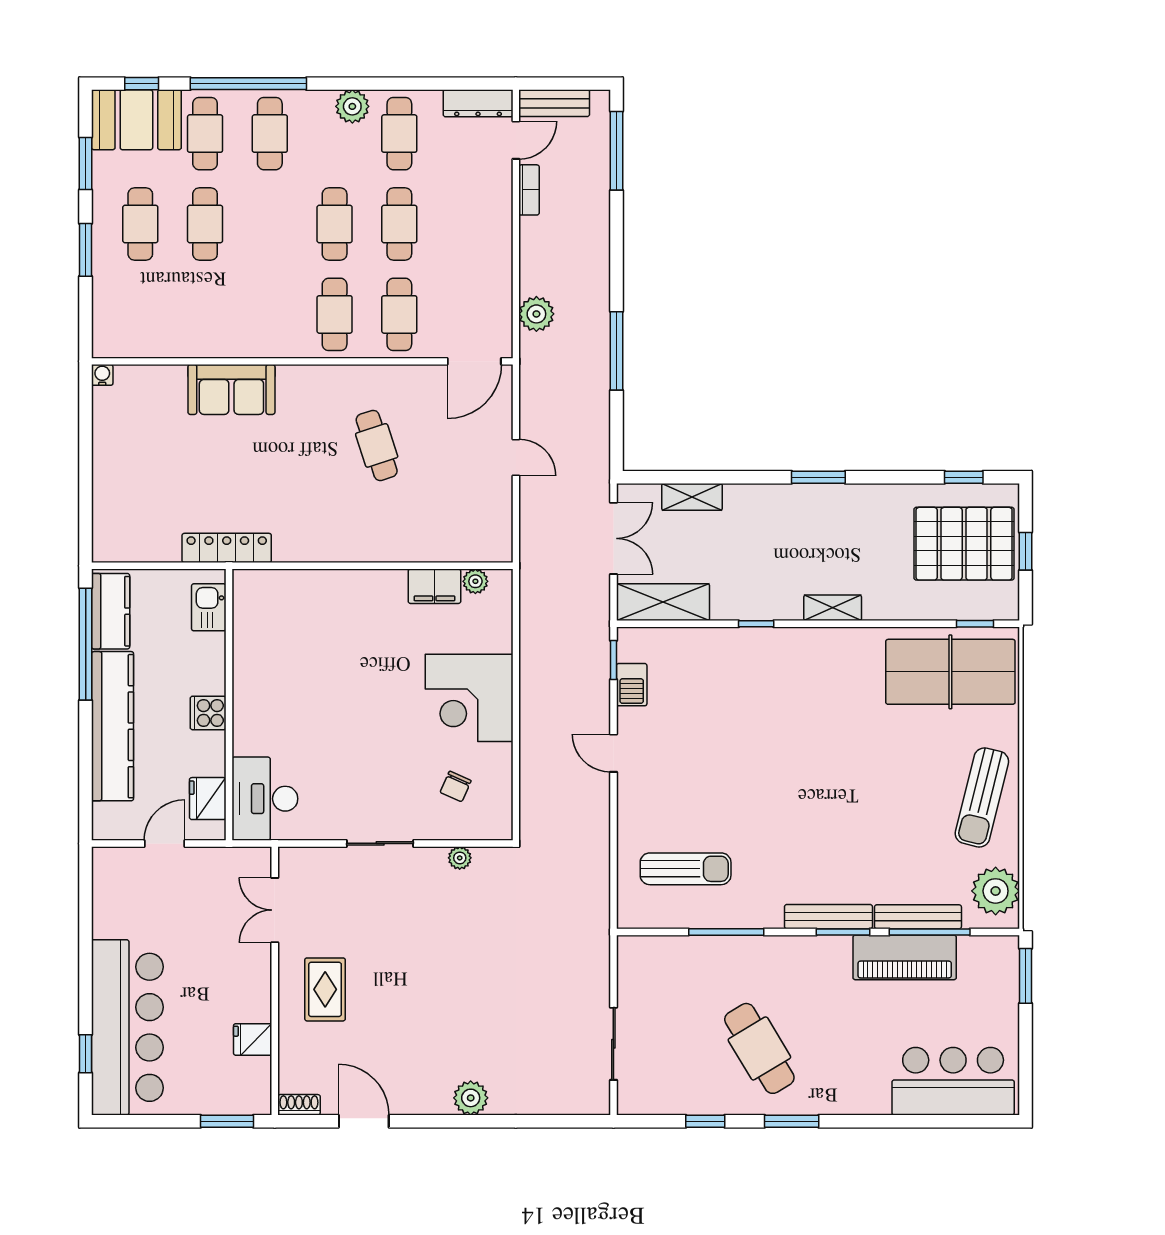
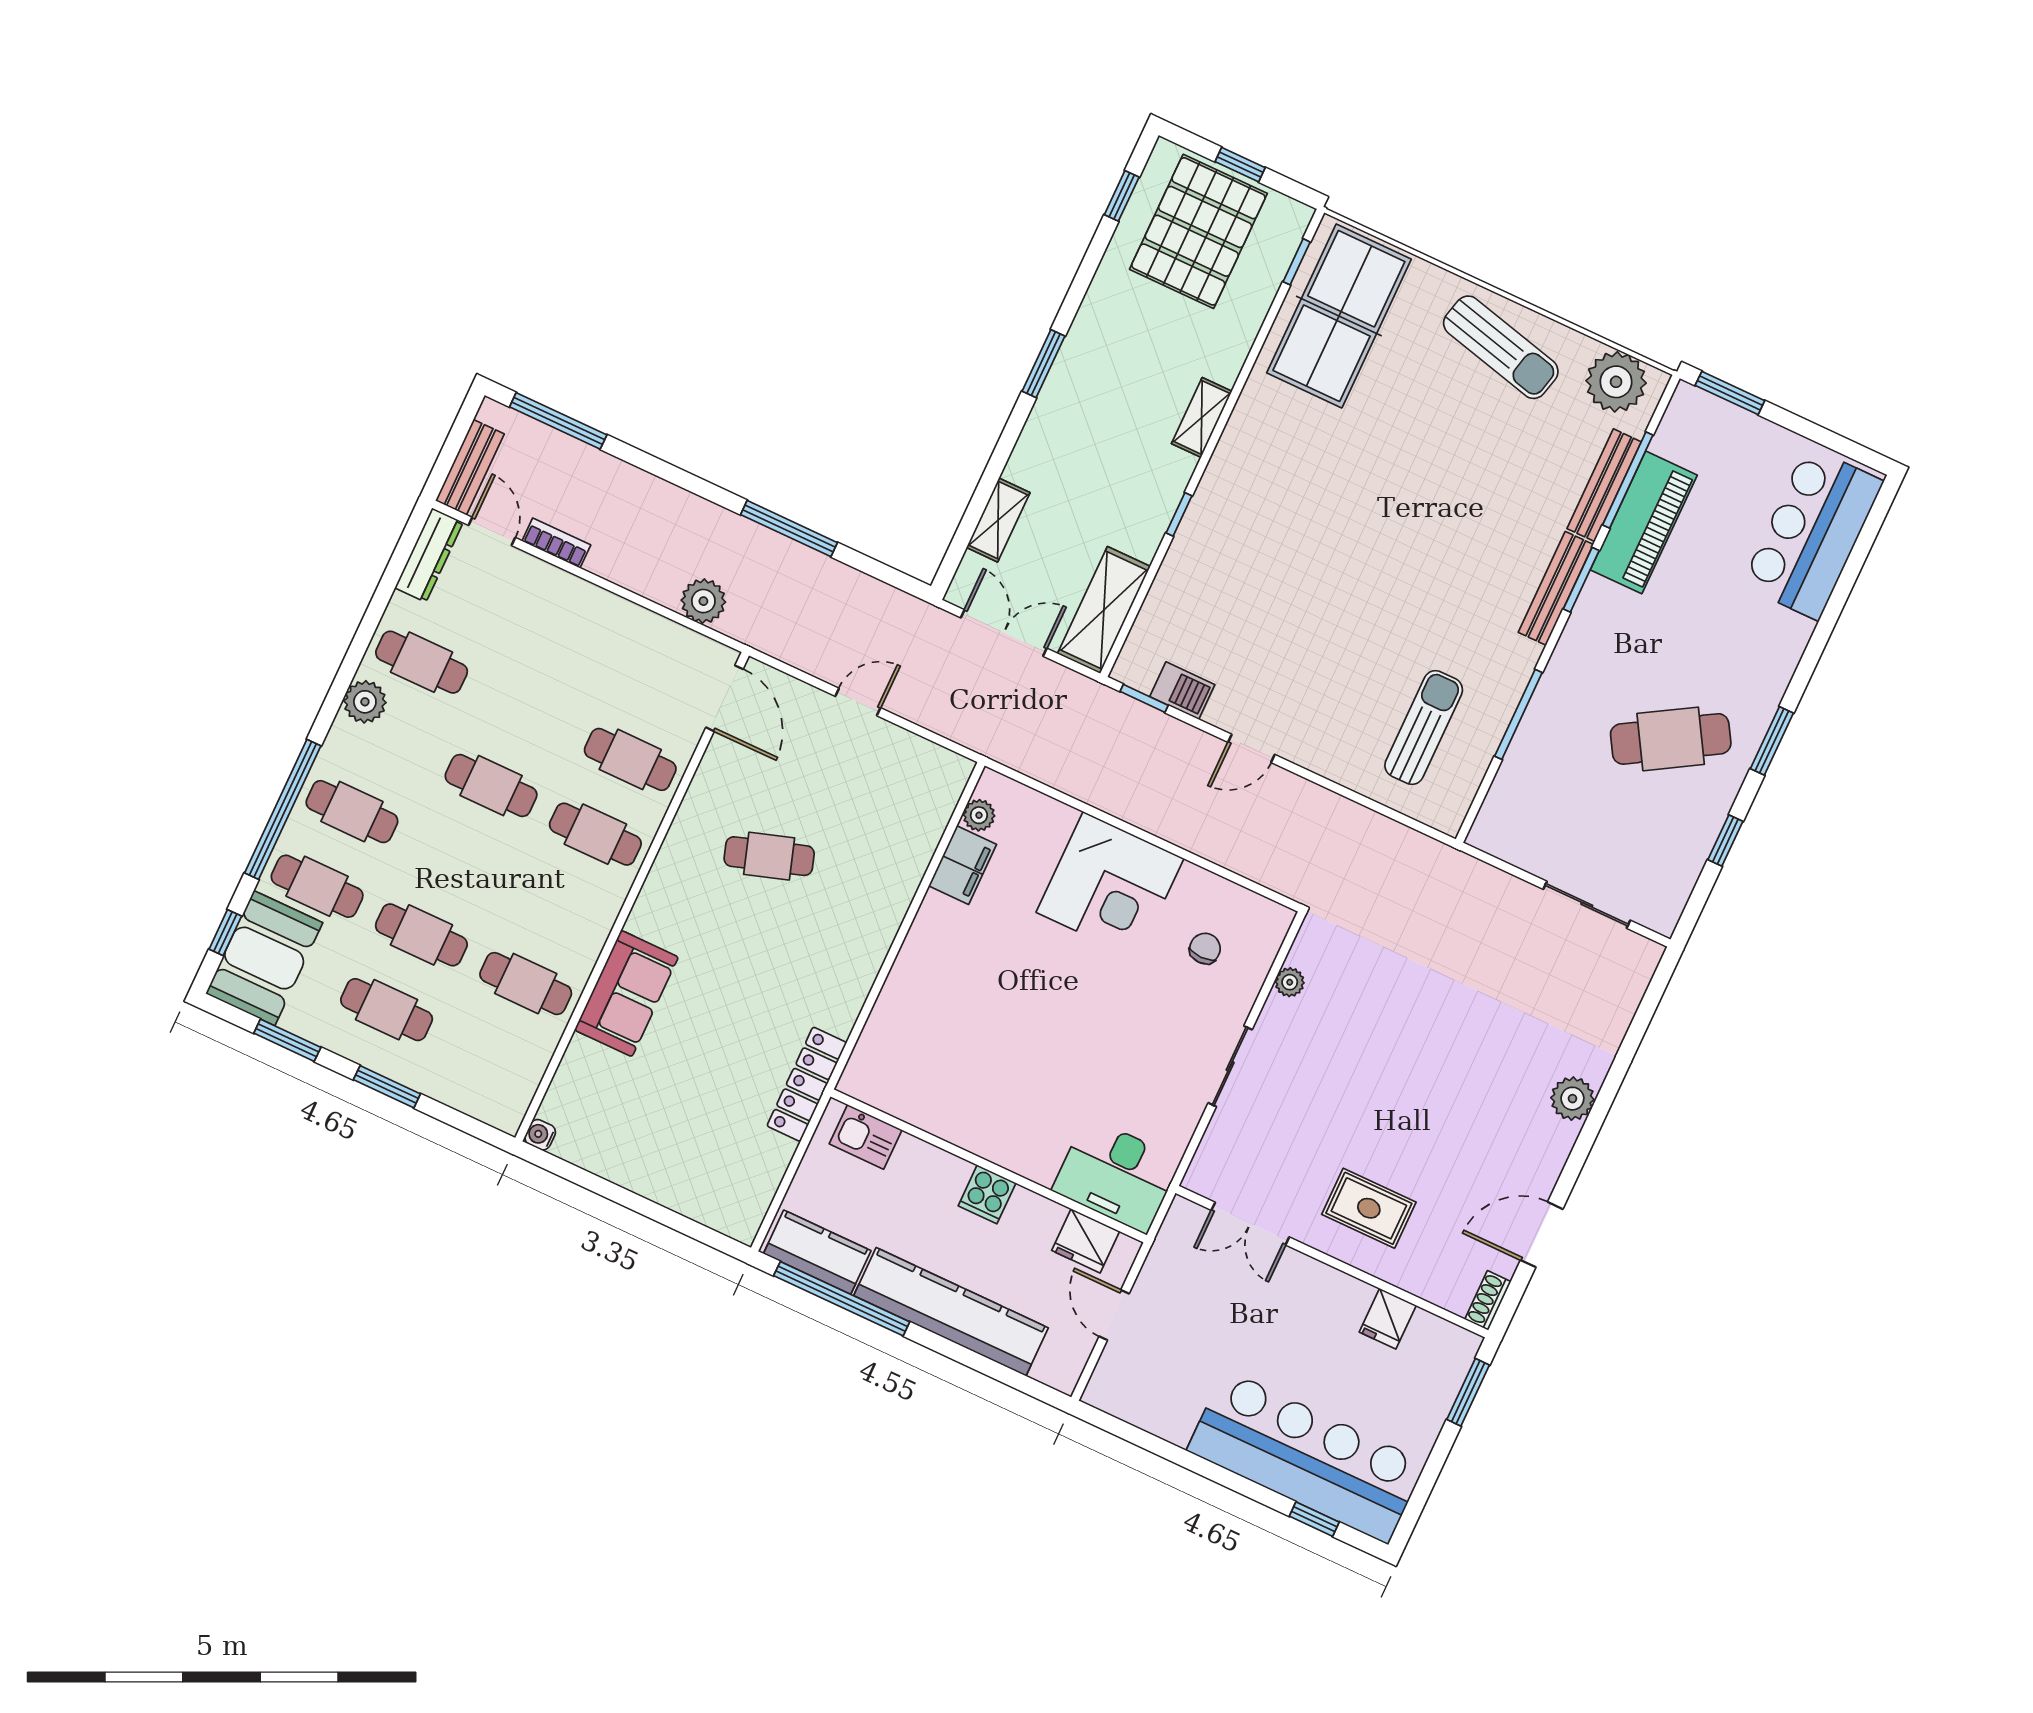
cafe table: (399, 224) -> (526, 984), moved
chair: (456, 786) -> (1205, 949), turned -114

